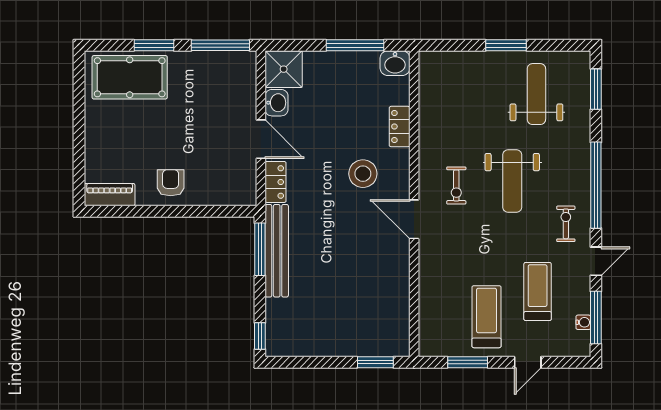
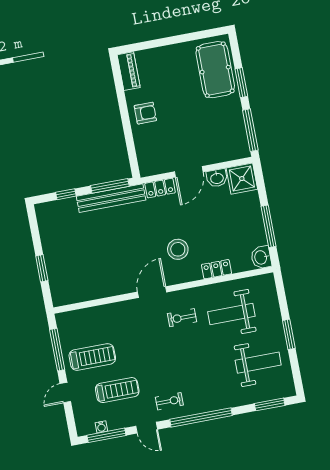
weight bench: (512, 181) -> (231, 314), moved
window: (260, 336) -> (66, 194), moved
window: (375, 362) -> (42, 268), moved
window: (468, 362) -> (57, 350), width x1.44
door: (528, 362) -> (65, 393), hinge flipped

